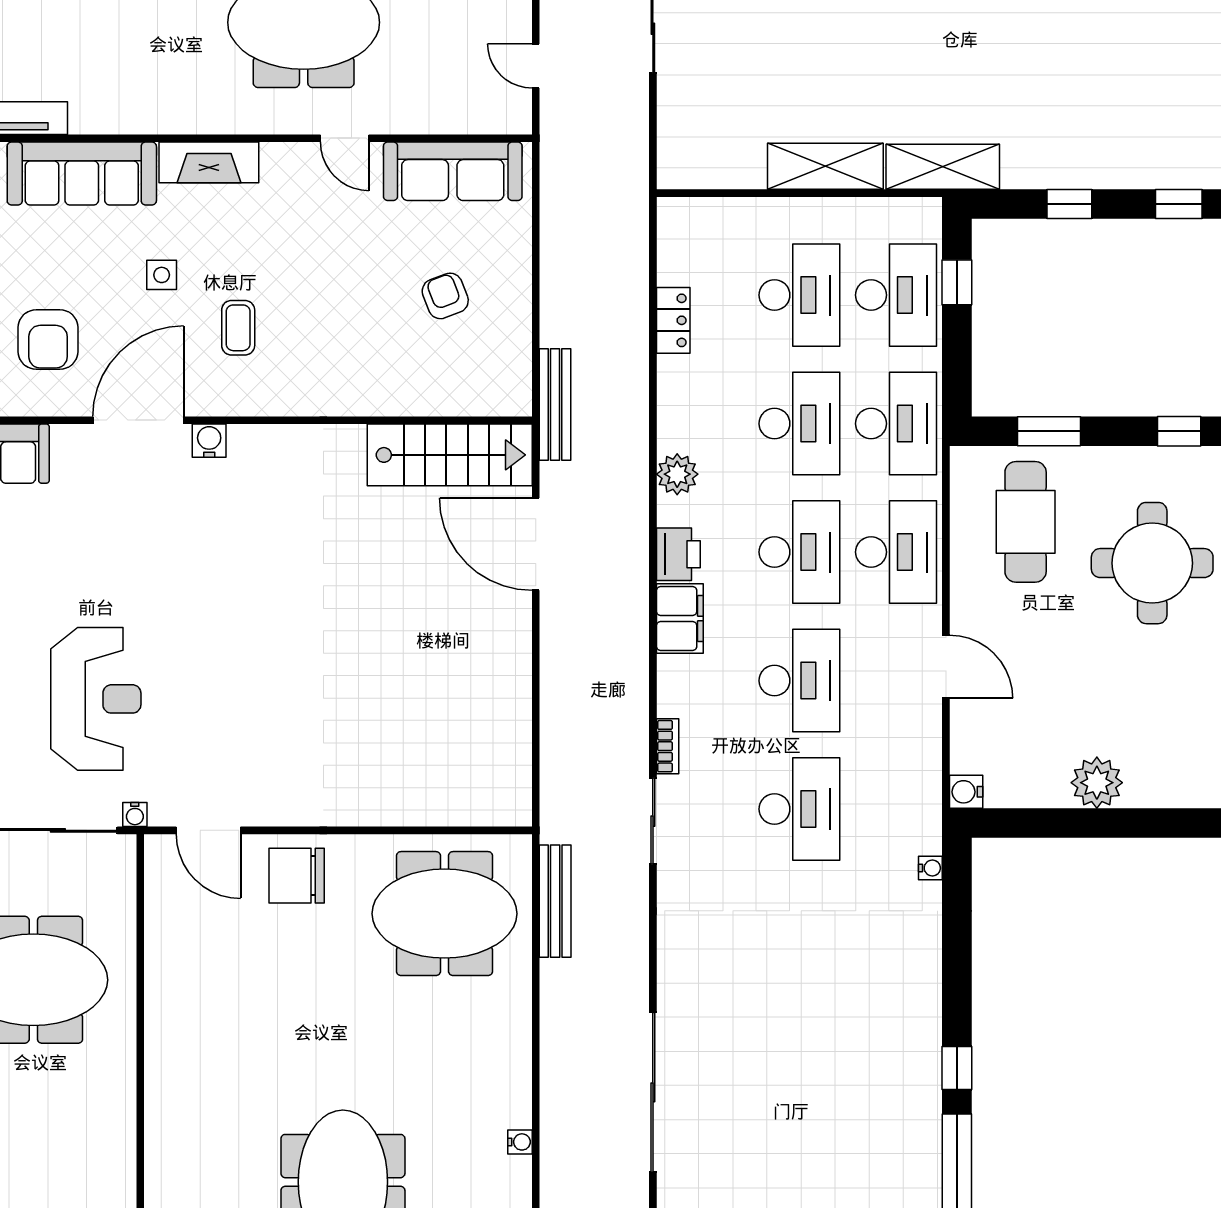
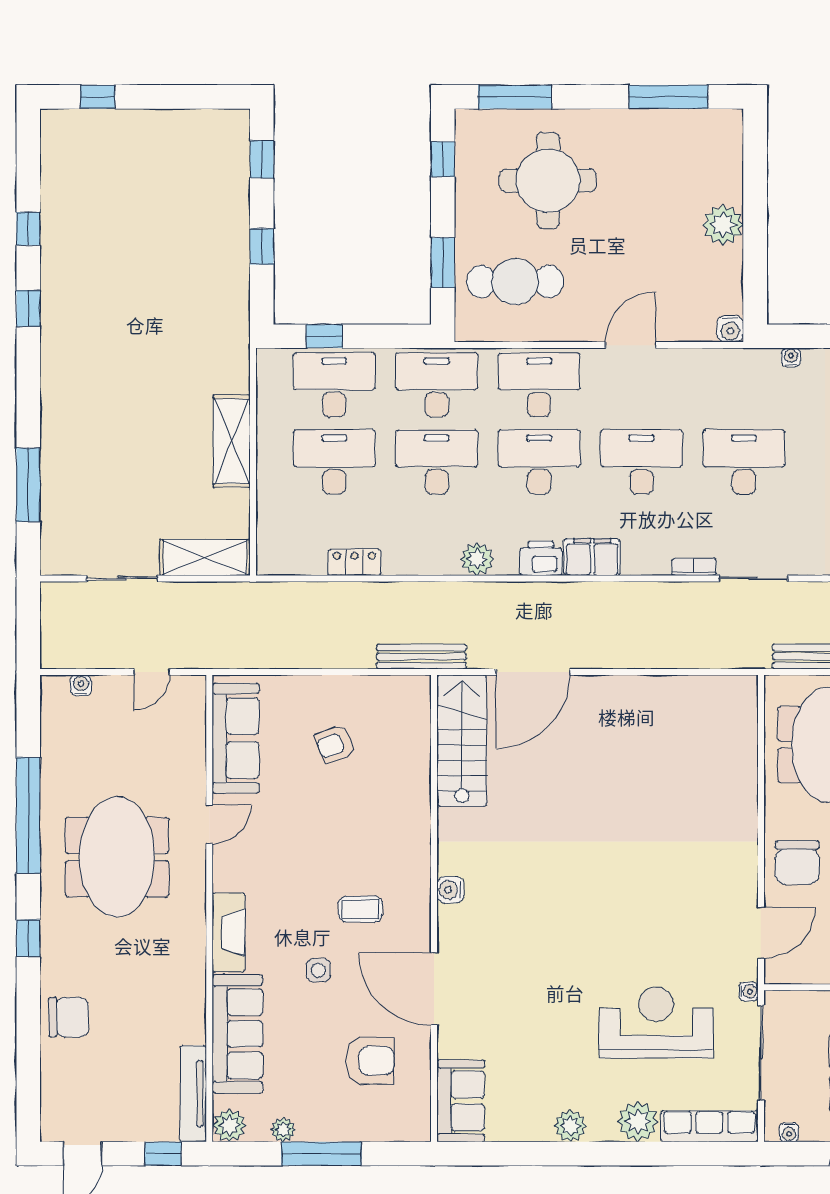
shelving: (943, 167) -> (205, 558), moved, turned 90
water cooler: (209, 441) -> (450, 890), moved

